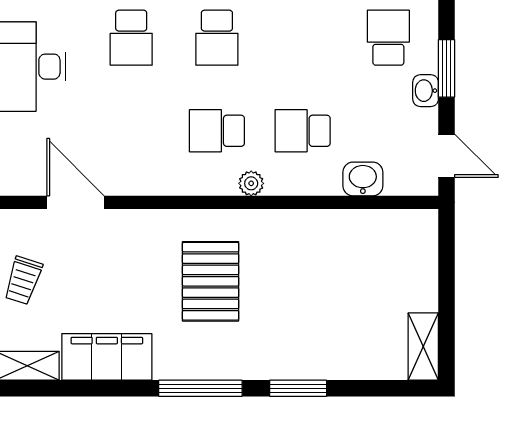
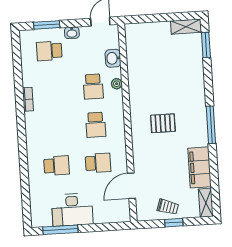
school desk: (217, 38) -> (98, 163), moved
window: (447, 68) -> (47, 25), moved
plant: (251, 183) -> (117, 84), moved
pallet: (211, 281) -> (163, 123), width x0.67, depth x0.71
window: (298, 388) -> (206, 45), moved

